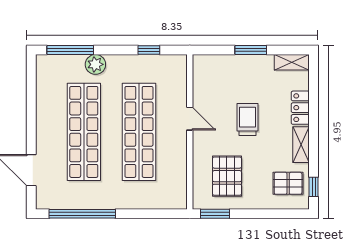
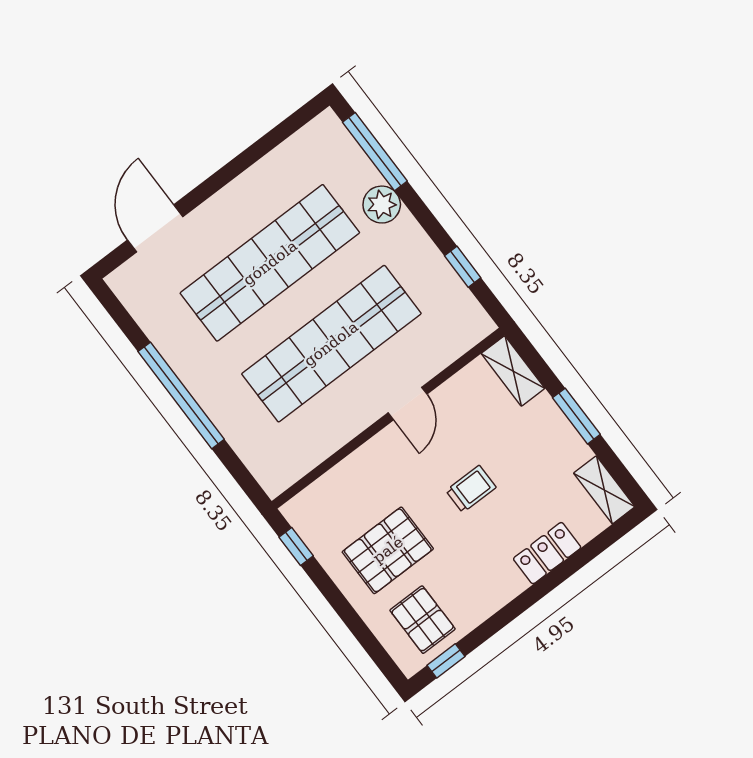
trolley: (248, 119) -> (471, 489), width x0.73, depth x0.72
shelving: (301, 145) -> (513, 371), moved, turned 90
pallet: (227, 176) -> (388, 550), moved
window: (82, 214) -> (181, 395), moved
window: (215, 214) -> (296, 546), width x0.67

